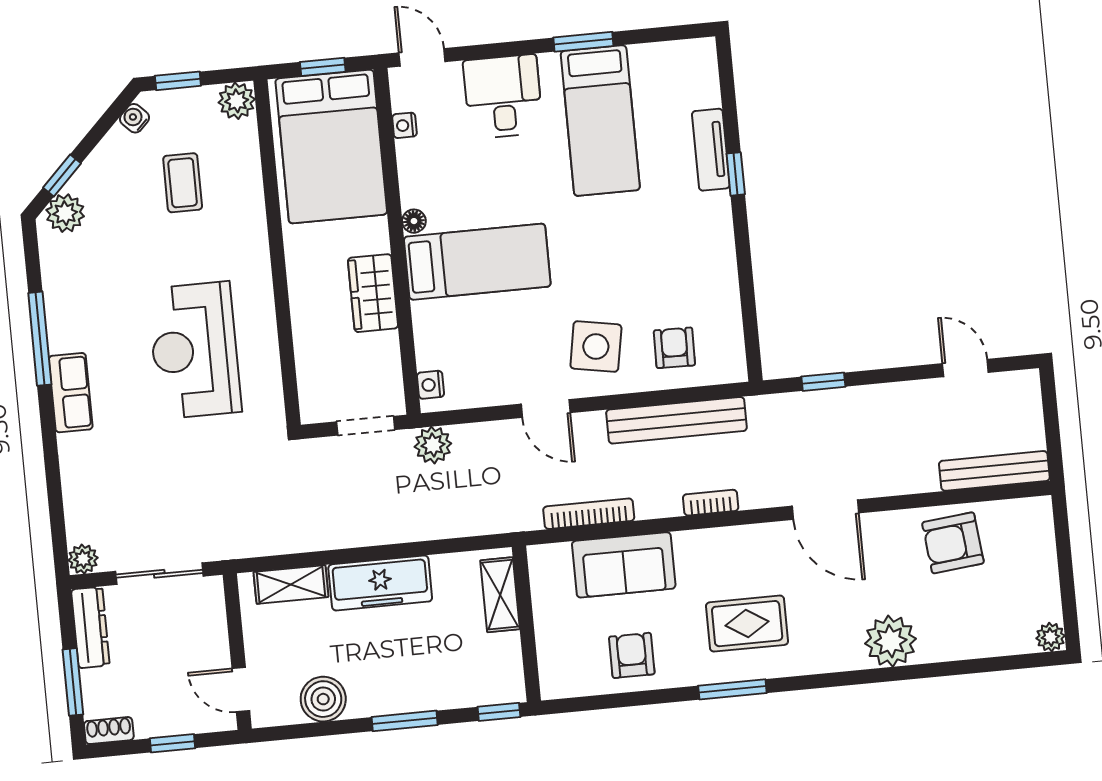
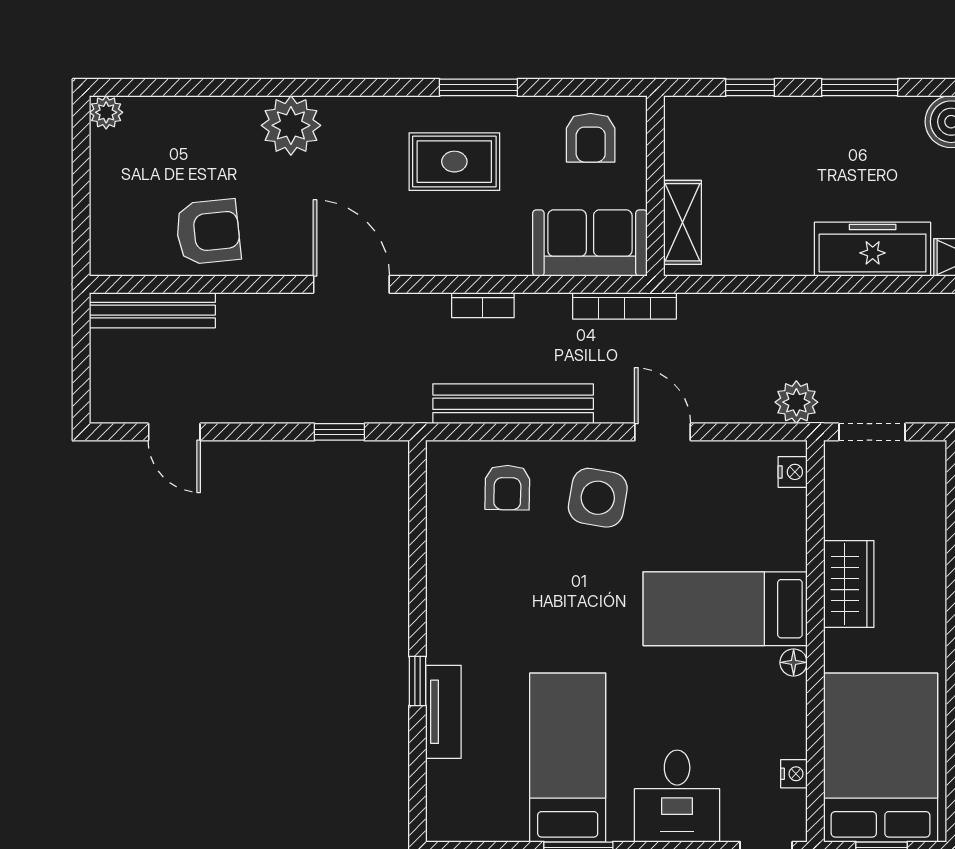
shelving: (500, 595) -> (682, 222), moved
wall: (526, 624) -> (655, 186), moved

